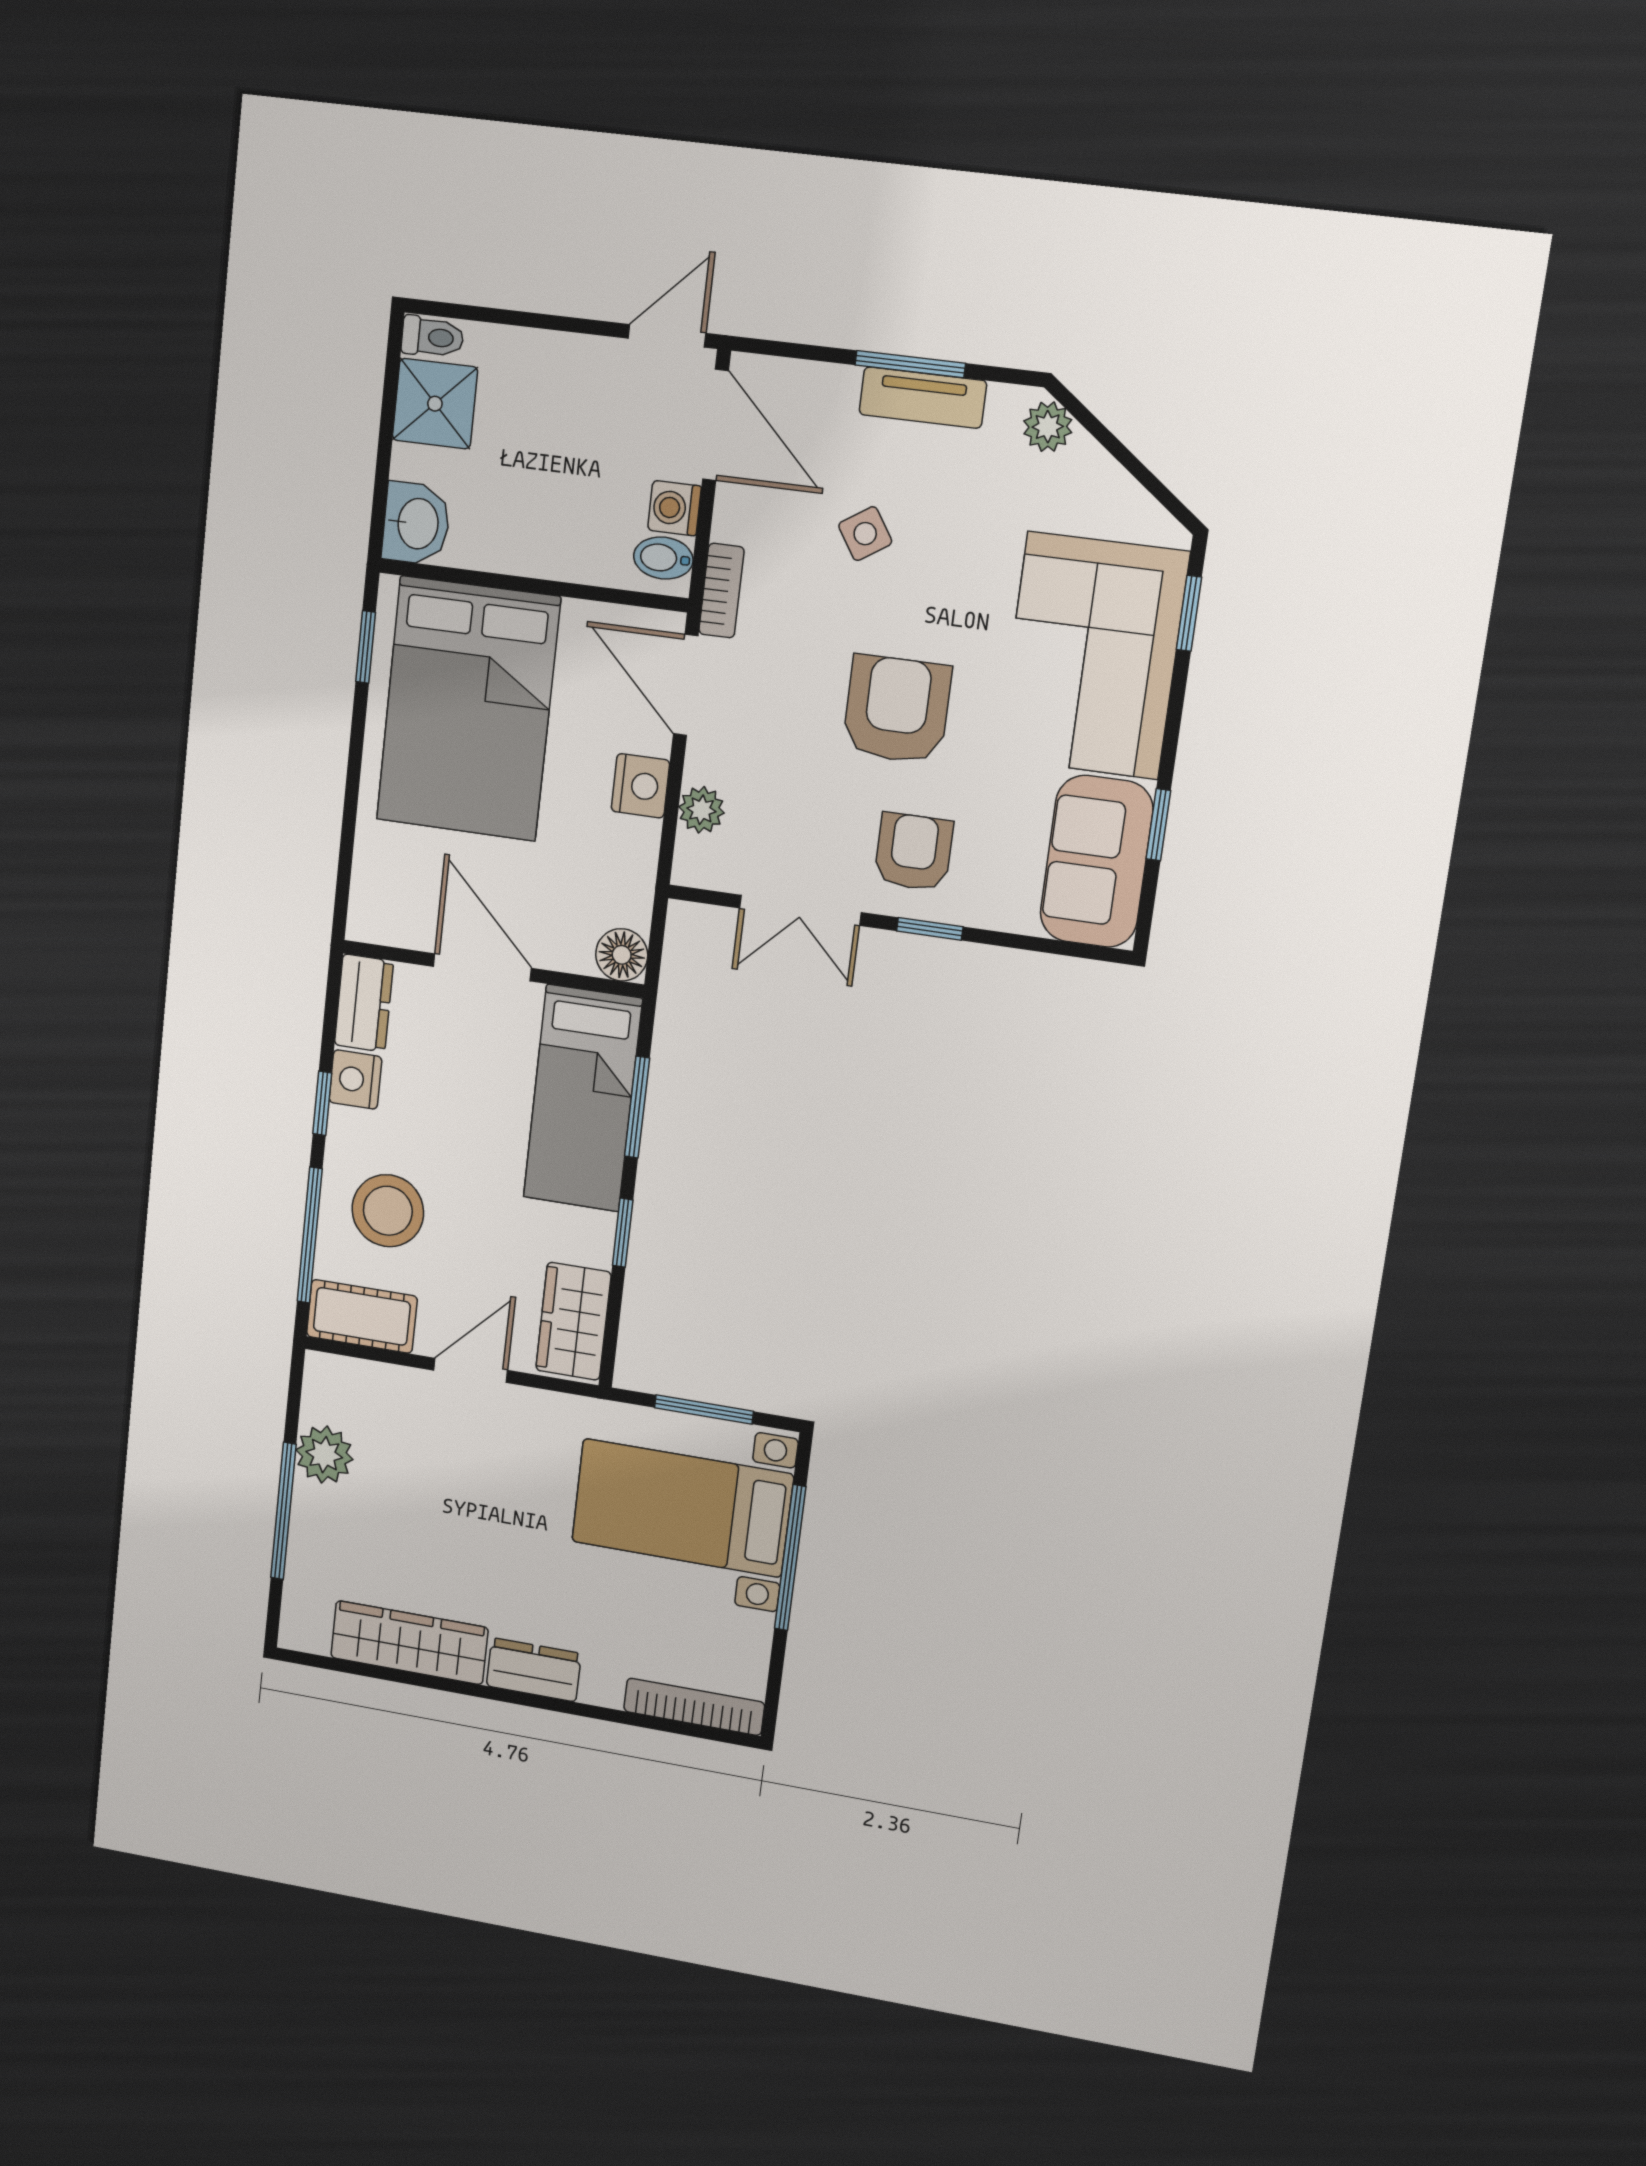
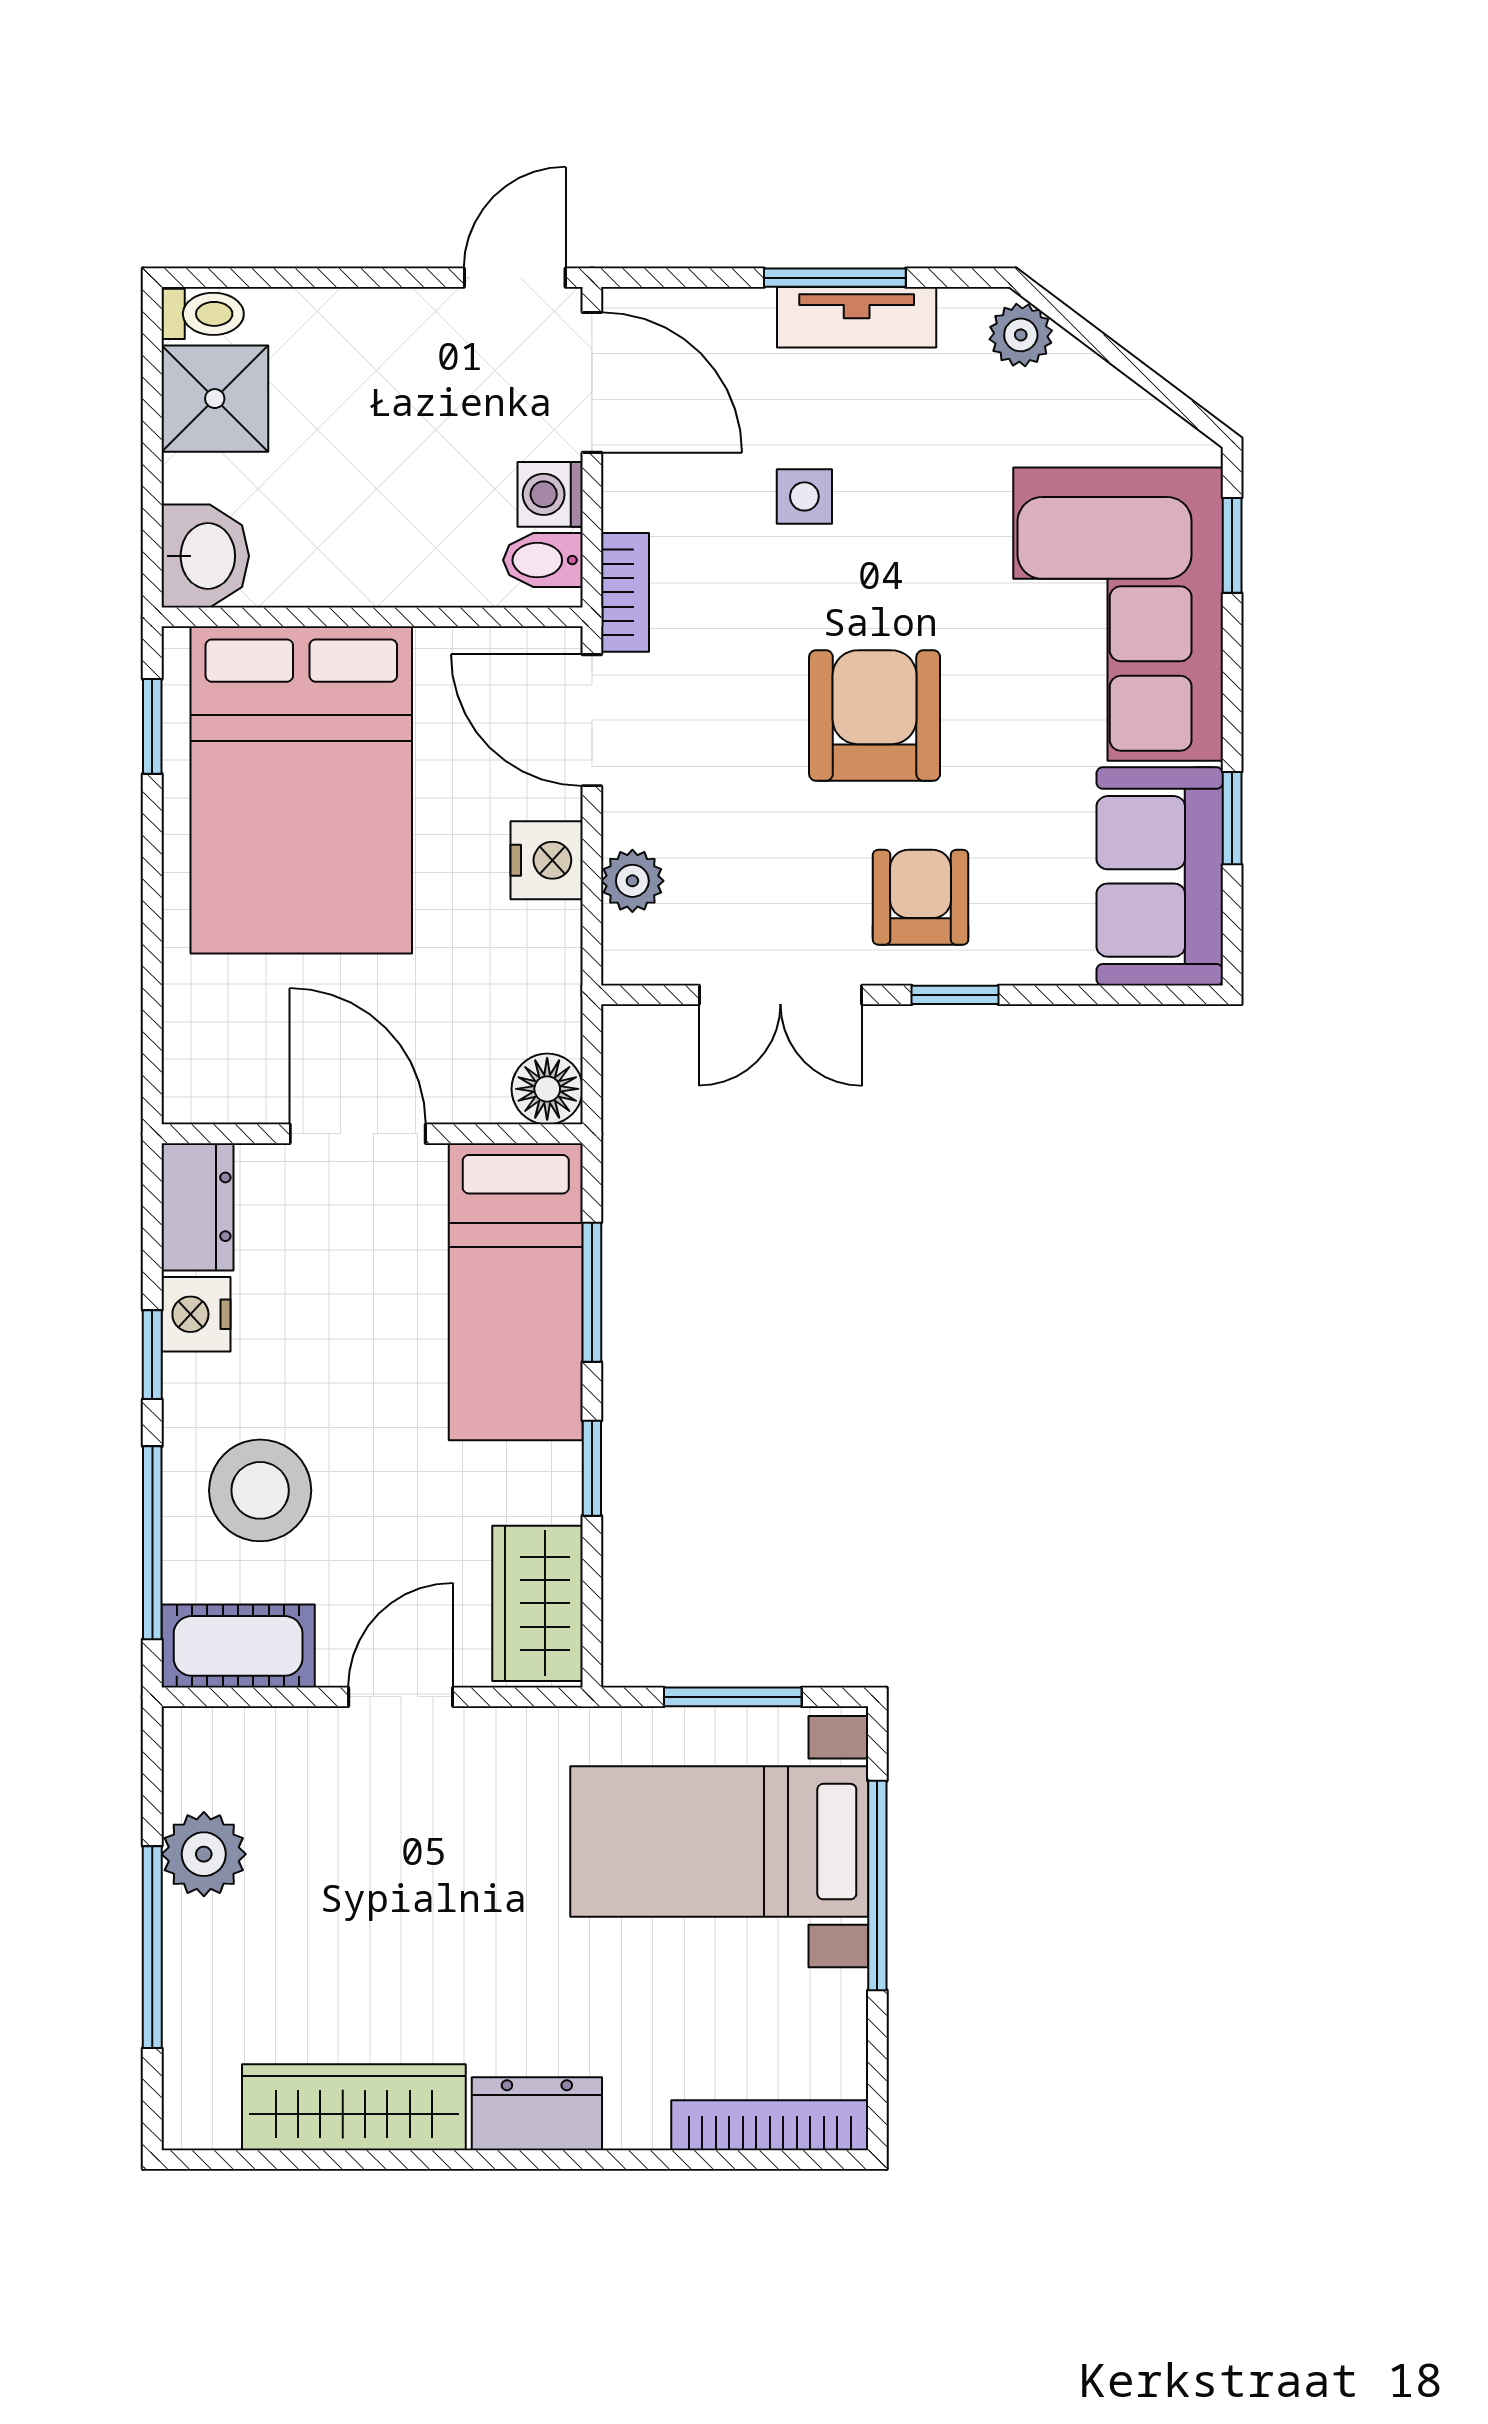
side table: (865, 534) -> (804, 496), turned 33

